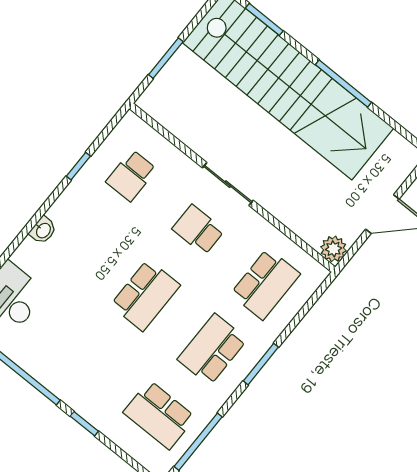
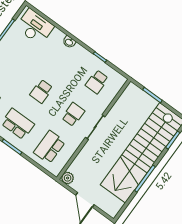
school desk: (131, 175) -> (97, 82), turned -90
school desk: (265, 284) -> (49, 147), turned 90
school desk: (145, 295) -> (41, 91), width x0.54

